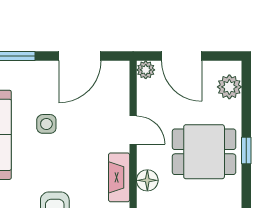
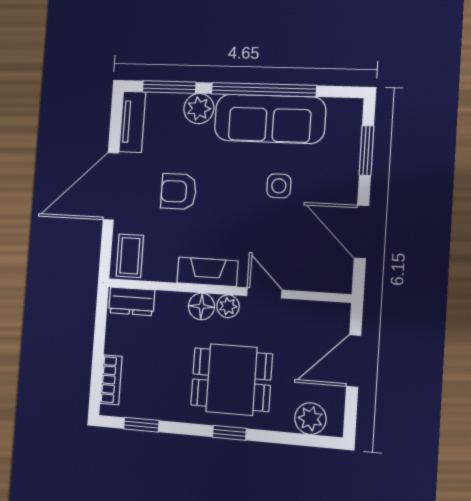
plant: (146, 70) -> (228, 306), moved
door: (133, 130) -> (264, 293), swing flipped
dining table: (204, 152) -> (231, 380), turned 90

